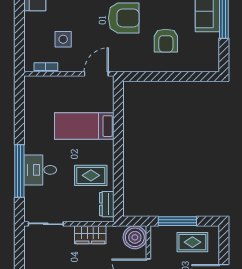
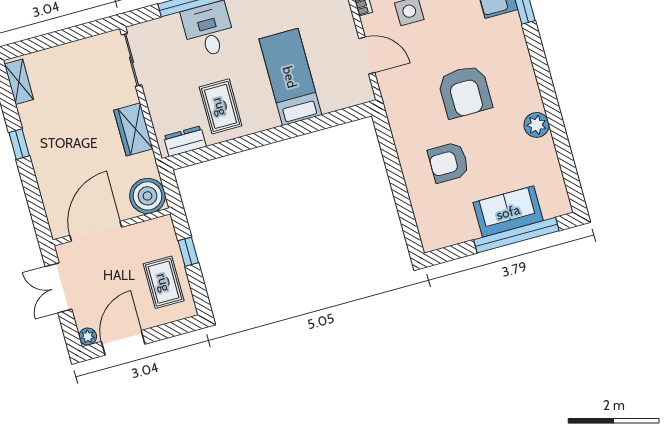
door: (96, 74) -> (367, 55), moved
window: (177, 221) -> (188, 252), width x0.46

